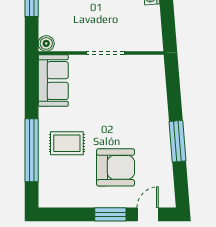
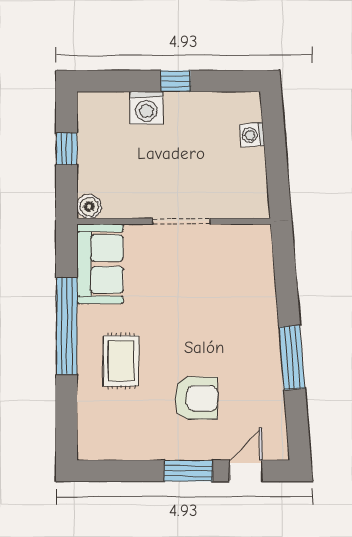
rug: (67, 143) -> (121, 361), turned 90
window: (32, 150) -> (67, 326), moved
armchair: (116, 167) -> (196, 398), width x0.73, depth x0.73

